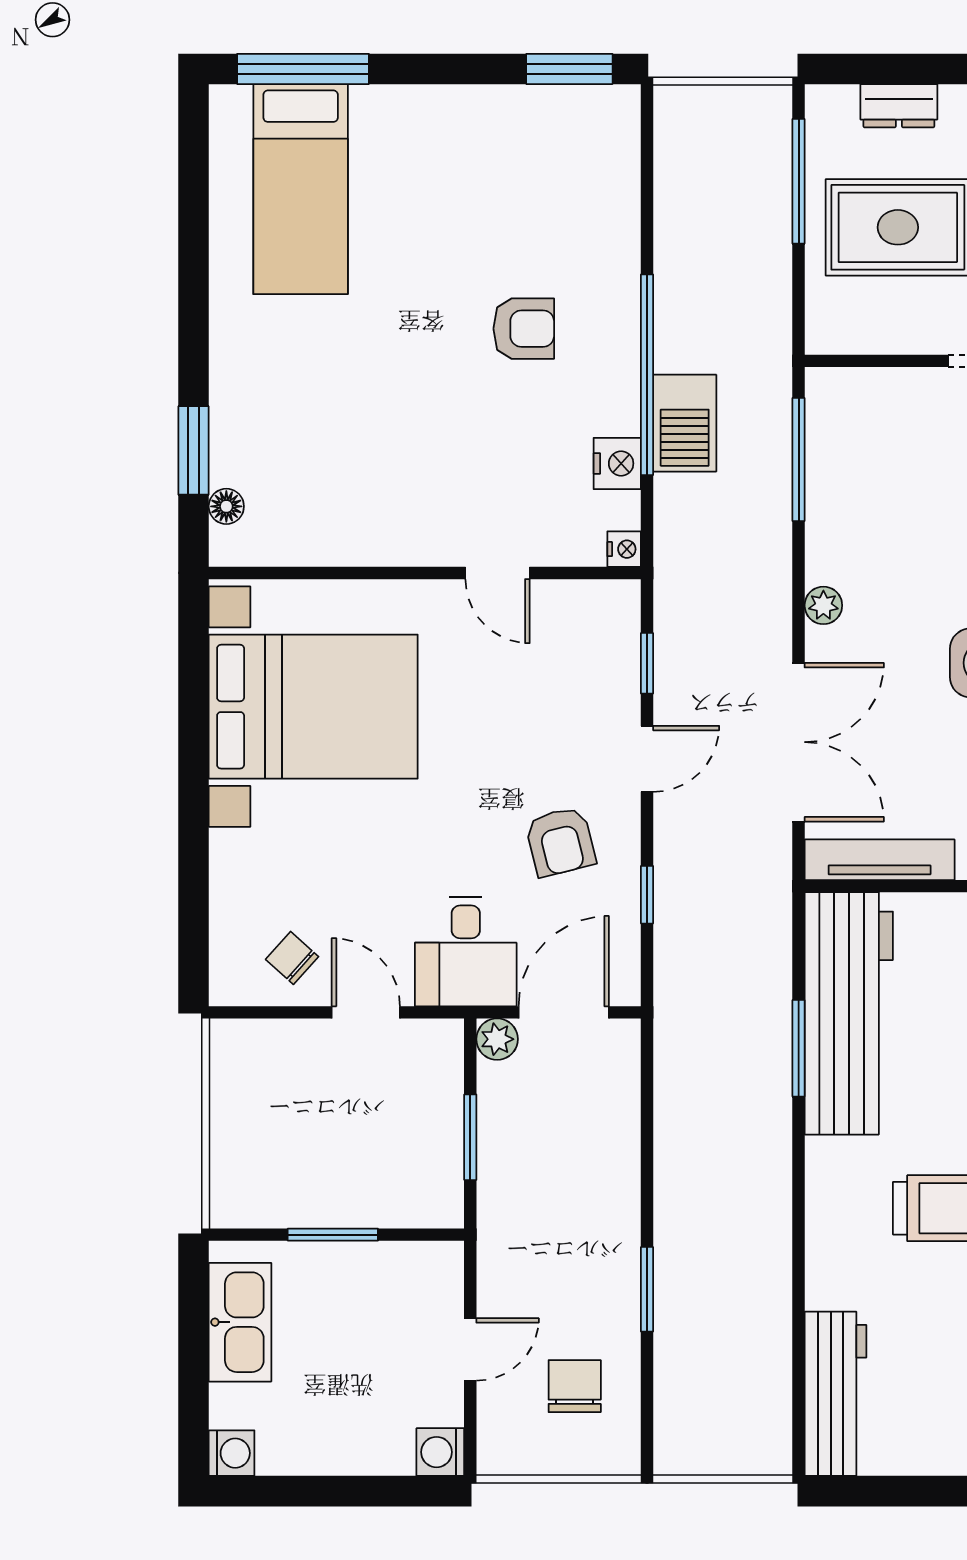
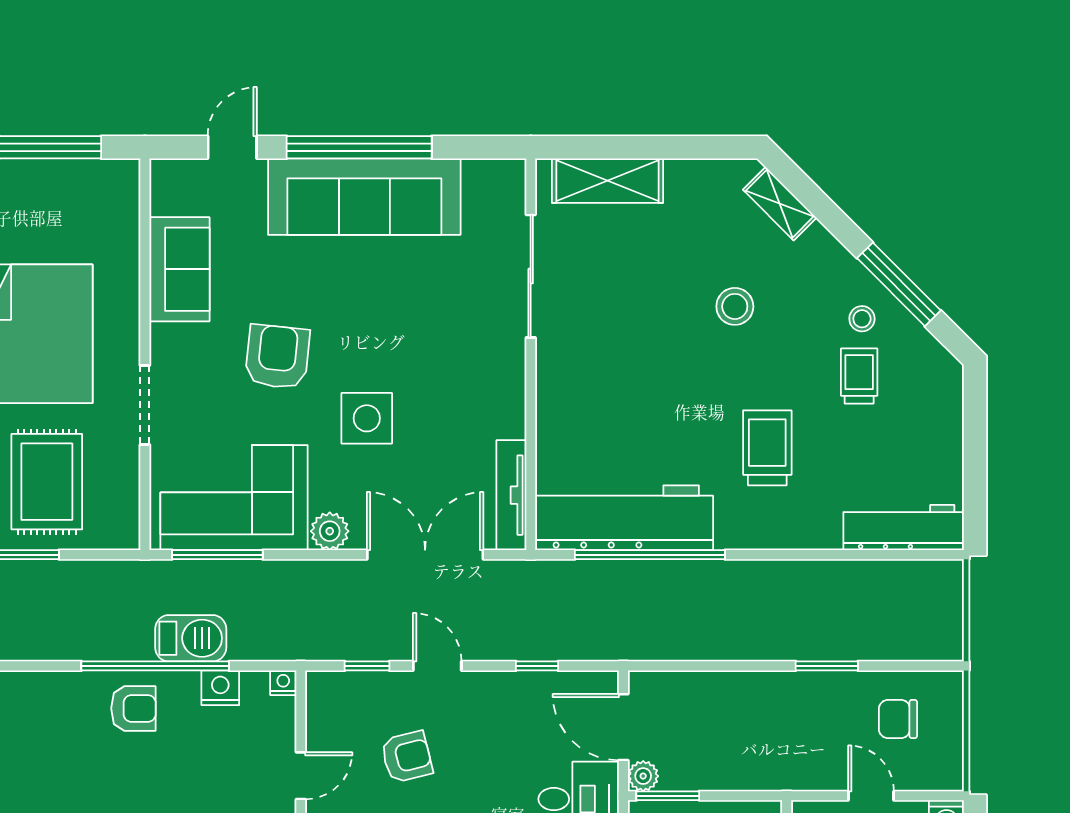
armchair: (524, 329) -> (133, 708), moved, turned 90
corner sofa: (876, 482) -> (234, 498), added
plant: (823, 605) -> (330, 531), width x1.38, depth x1.38
armchair: (560, 842) -> (407, 757), moved
window: (799, 1048) -> (650, 555), width x2.11
window: (470, 1137) -> (668, 796), moved

